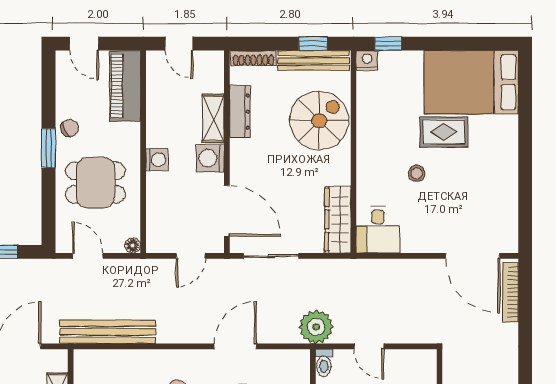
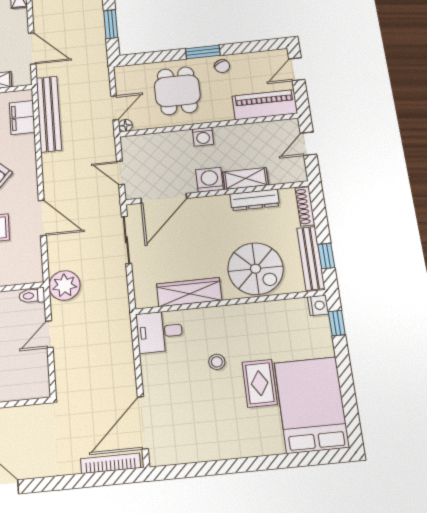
wardrobe: (338, 220) -> (189, 292), moved
door: (88, 256) -> (115, 108), moved
filing cabinet: (109, 363) -> (22, 118), added

